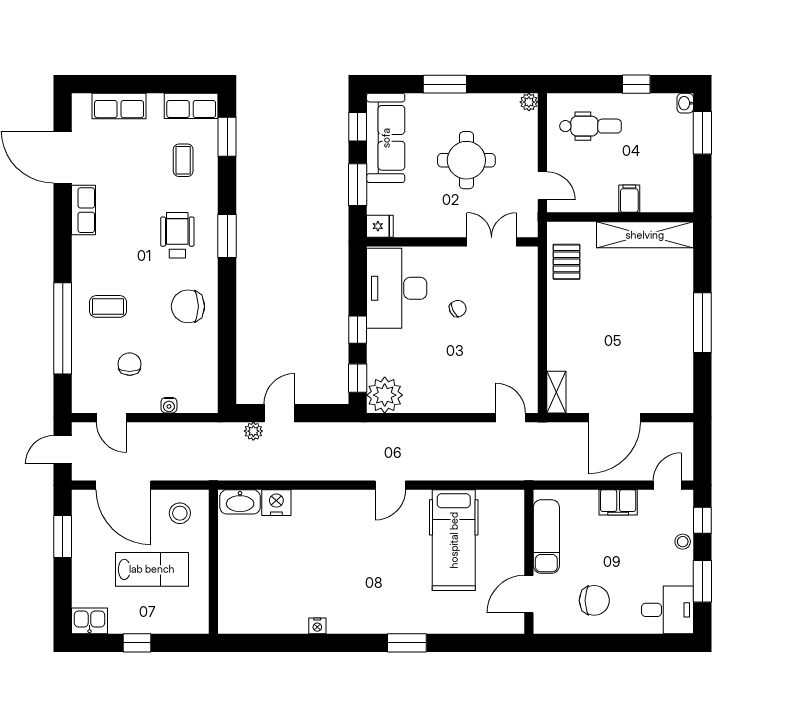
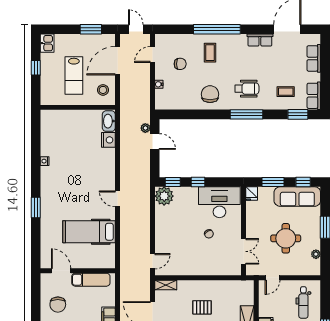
plant: (529, 102) -> (316, 254), moved
window: (227, 236) -> (247, 114), width x1.44
pallet: (567, 262) -> (202, 307), moved
window: (63, 328) -> (217, 29), moved

